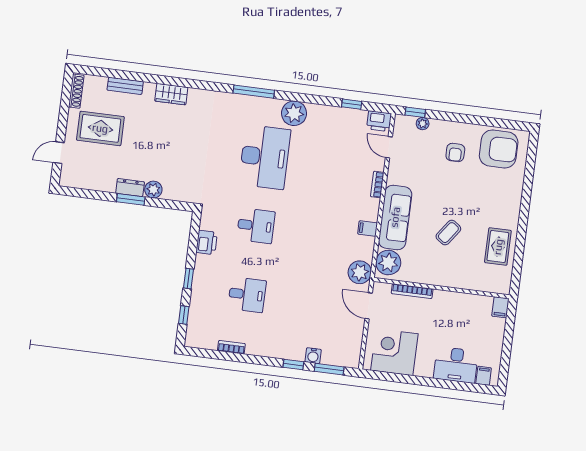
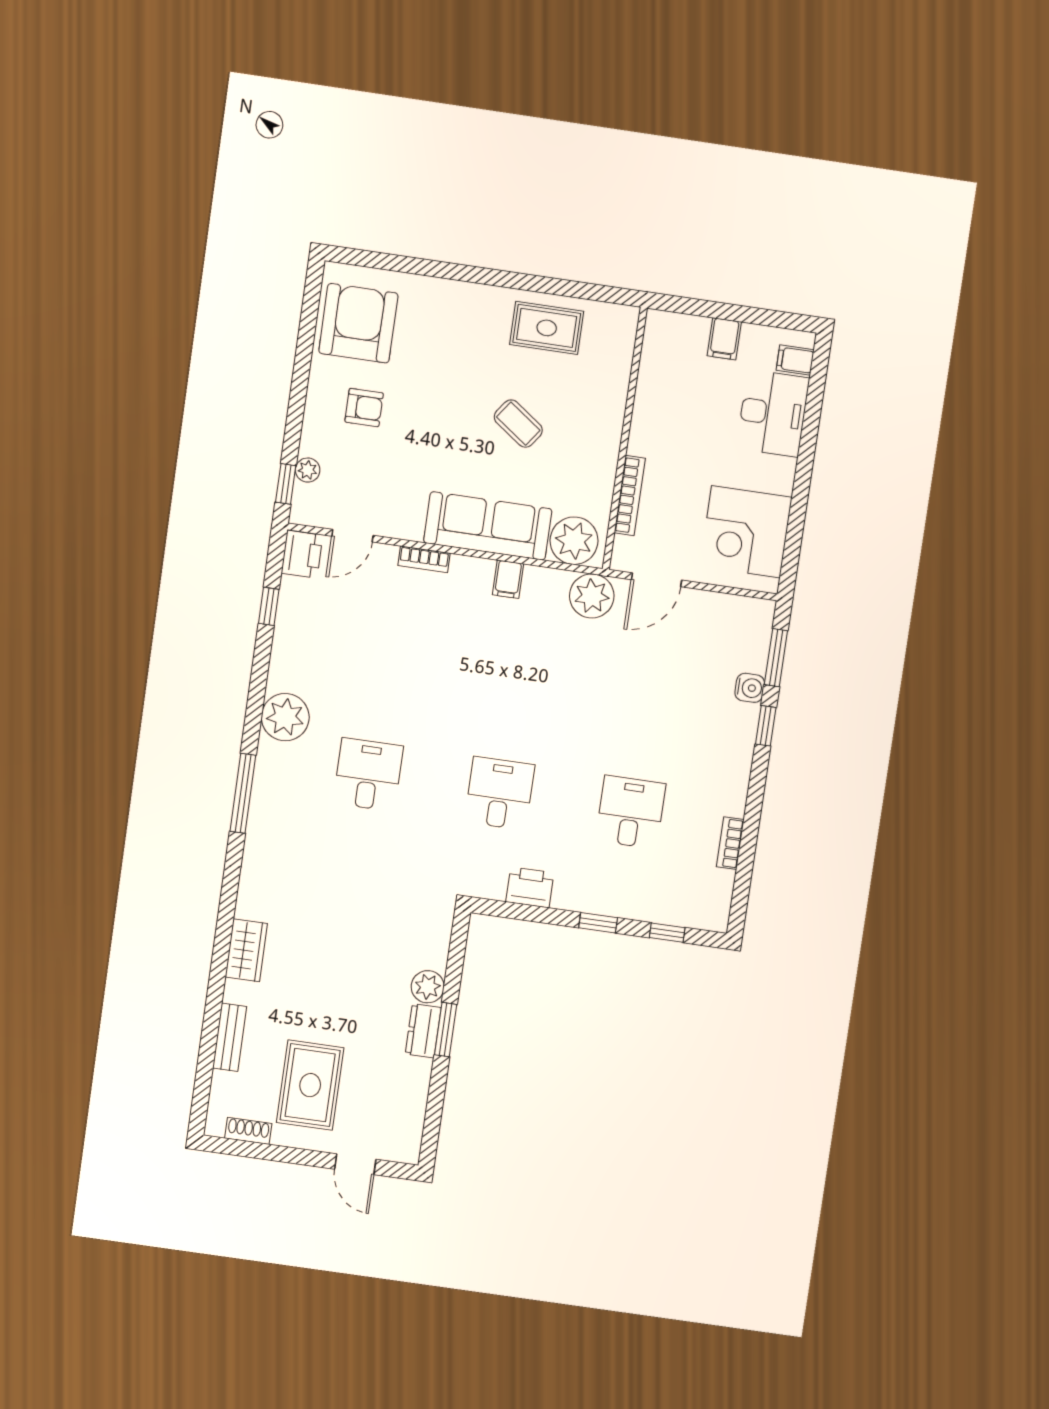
shoe rack: (76, 91) -> (248, 1131), width x0.70
desk: (265, 157) -> (368, 775), width x0.53, depth x0.77
filing cabinet: (500, 307) -> (724, 339), moved, turned 90

